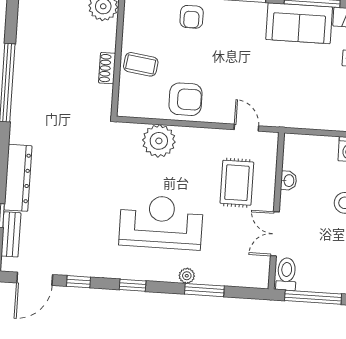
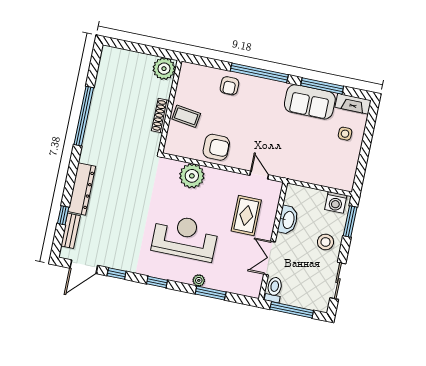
shoe rack: (107, 68) -> (160, 116), width x1.43
washbasin: (289, 181) -> (288, 220), width x1.91, depth x1.45

